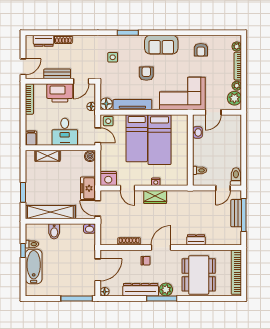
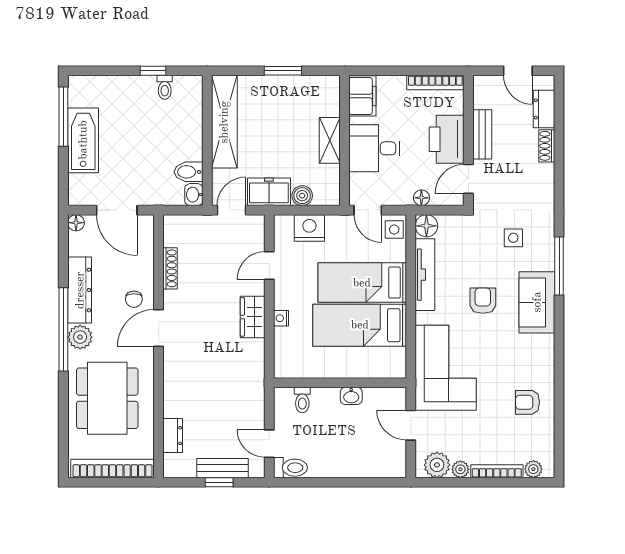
window: (128, 33) -> (559, 266), width x1.44
sofa: (161, 45) -> (537, 302), moved
door: (23, 67) -> (518, 71), moved
armchair: (146, 74) -> (483, 301), turned -90
door: (81, 81) -> (468, 179), hinge flipped
washbasin: (197, 132) -> (351, 396), moved
door: (98, 135) -> (368, 210), hinge flipped
filing cabinet: (31, 138) -> (362, 96), width x2.00
shelving: (47, 156) -> (330, 140), moved
boiler: (90, 156) -> (302, 196), moved
nightstand: (108, 179) -> (309, 228), moved, turned 90
window: (23, 192) -> (283, 71), moved
window: (244, 215) -> (219, 482), width x0.46
bidet: (54, 231) -> (189, 172), moved
dresser: (196, 240) -> (173, 436), moved
door: (161, 247) -> (159, 328), swing flipped
bathtub: (34, 266) -> (83, 140), moved, turned -90
dining table: (199, 275) -> (107, 398), turned 90
window: (77, 298) -> (63, 117), moved
window: (162, 298) -> (63, 329), width x1.46

